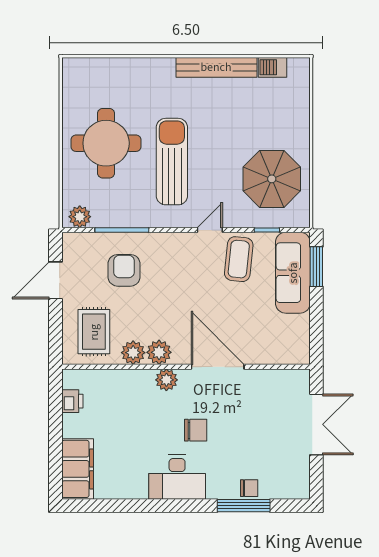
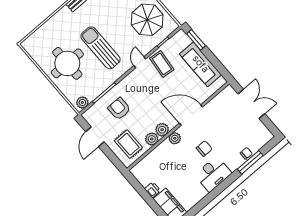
sofa: (293, 273) -> (201, 64), moved
printer: (72, 401) -> (152, 190), moved

